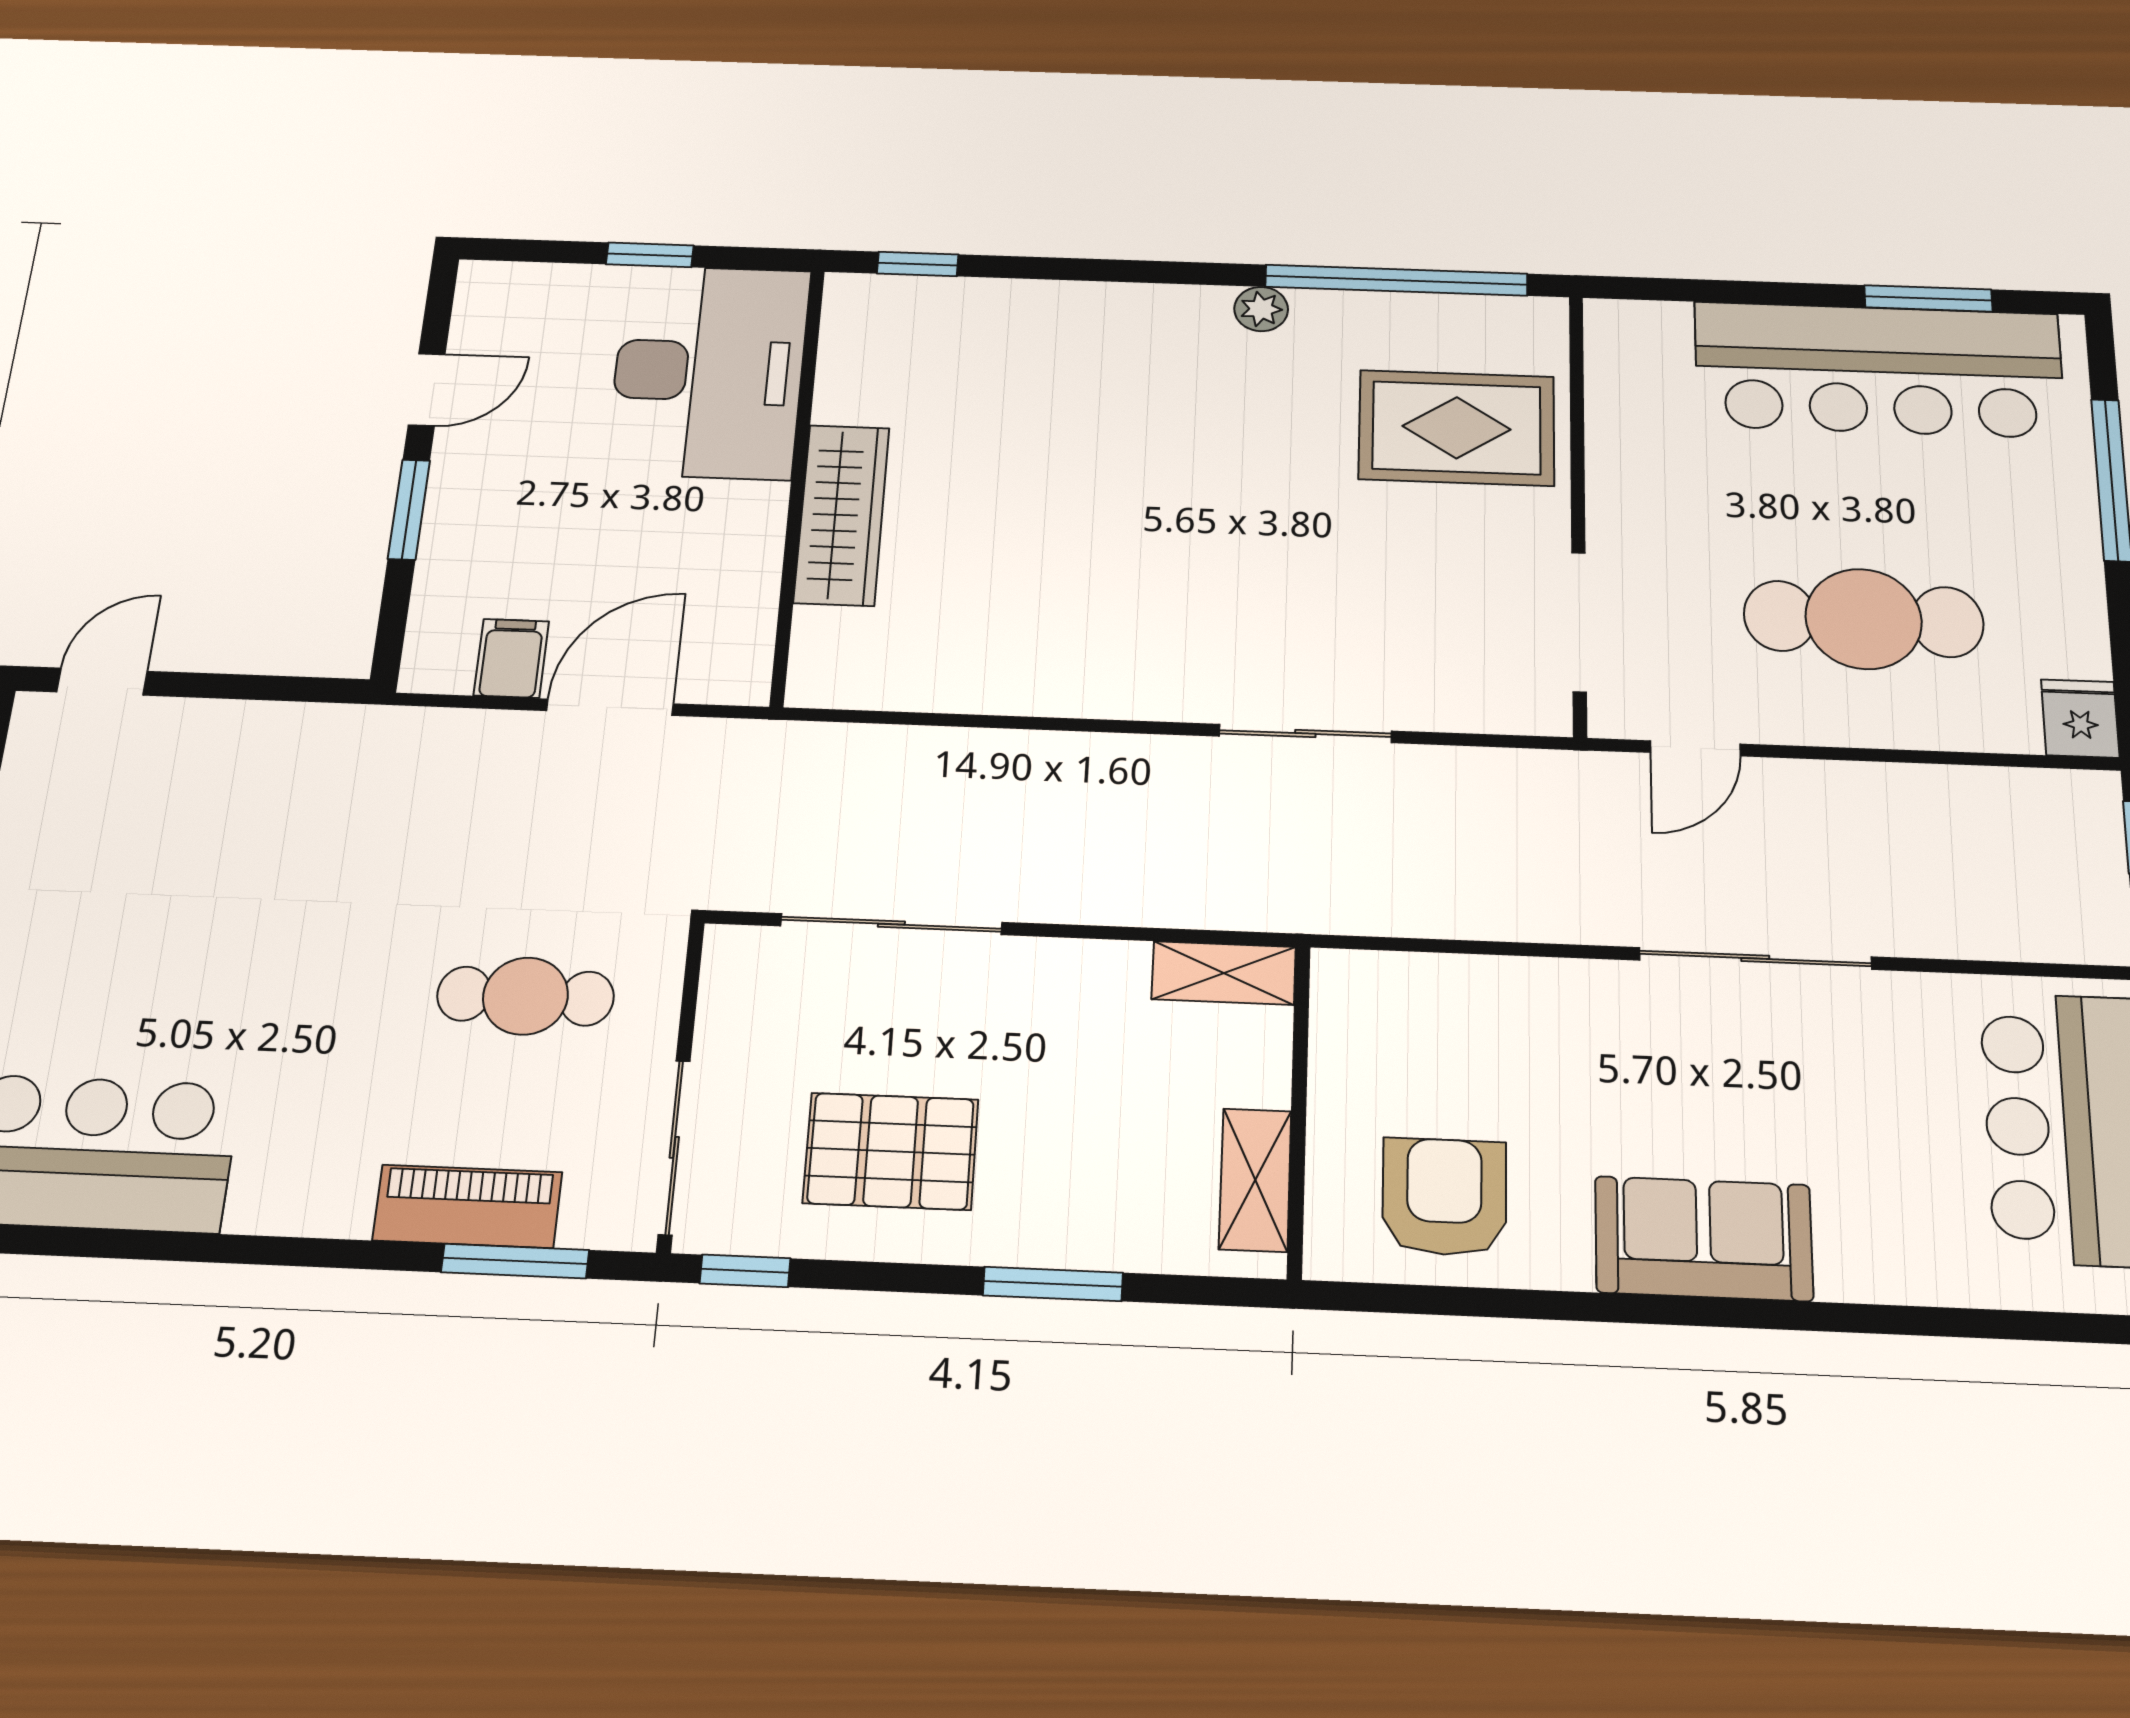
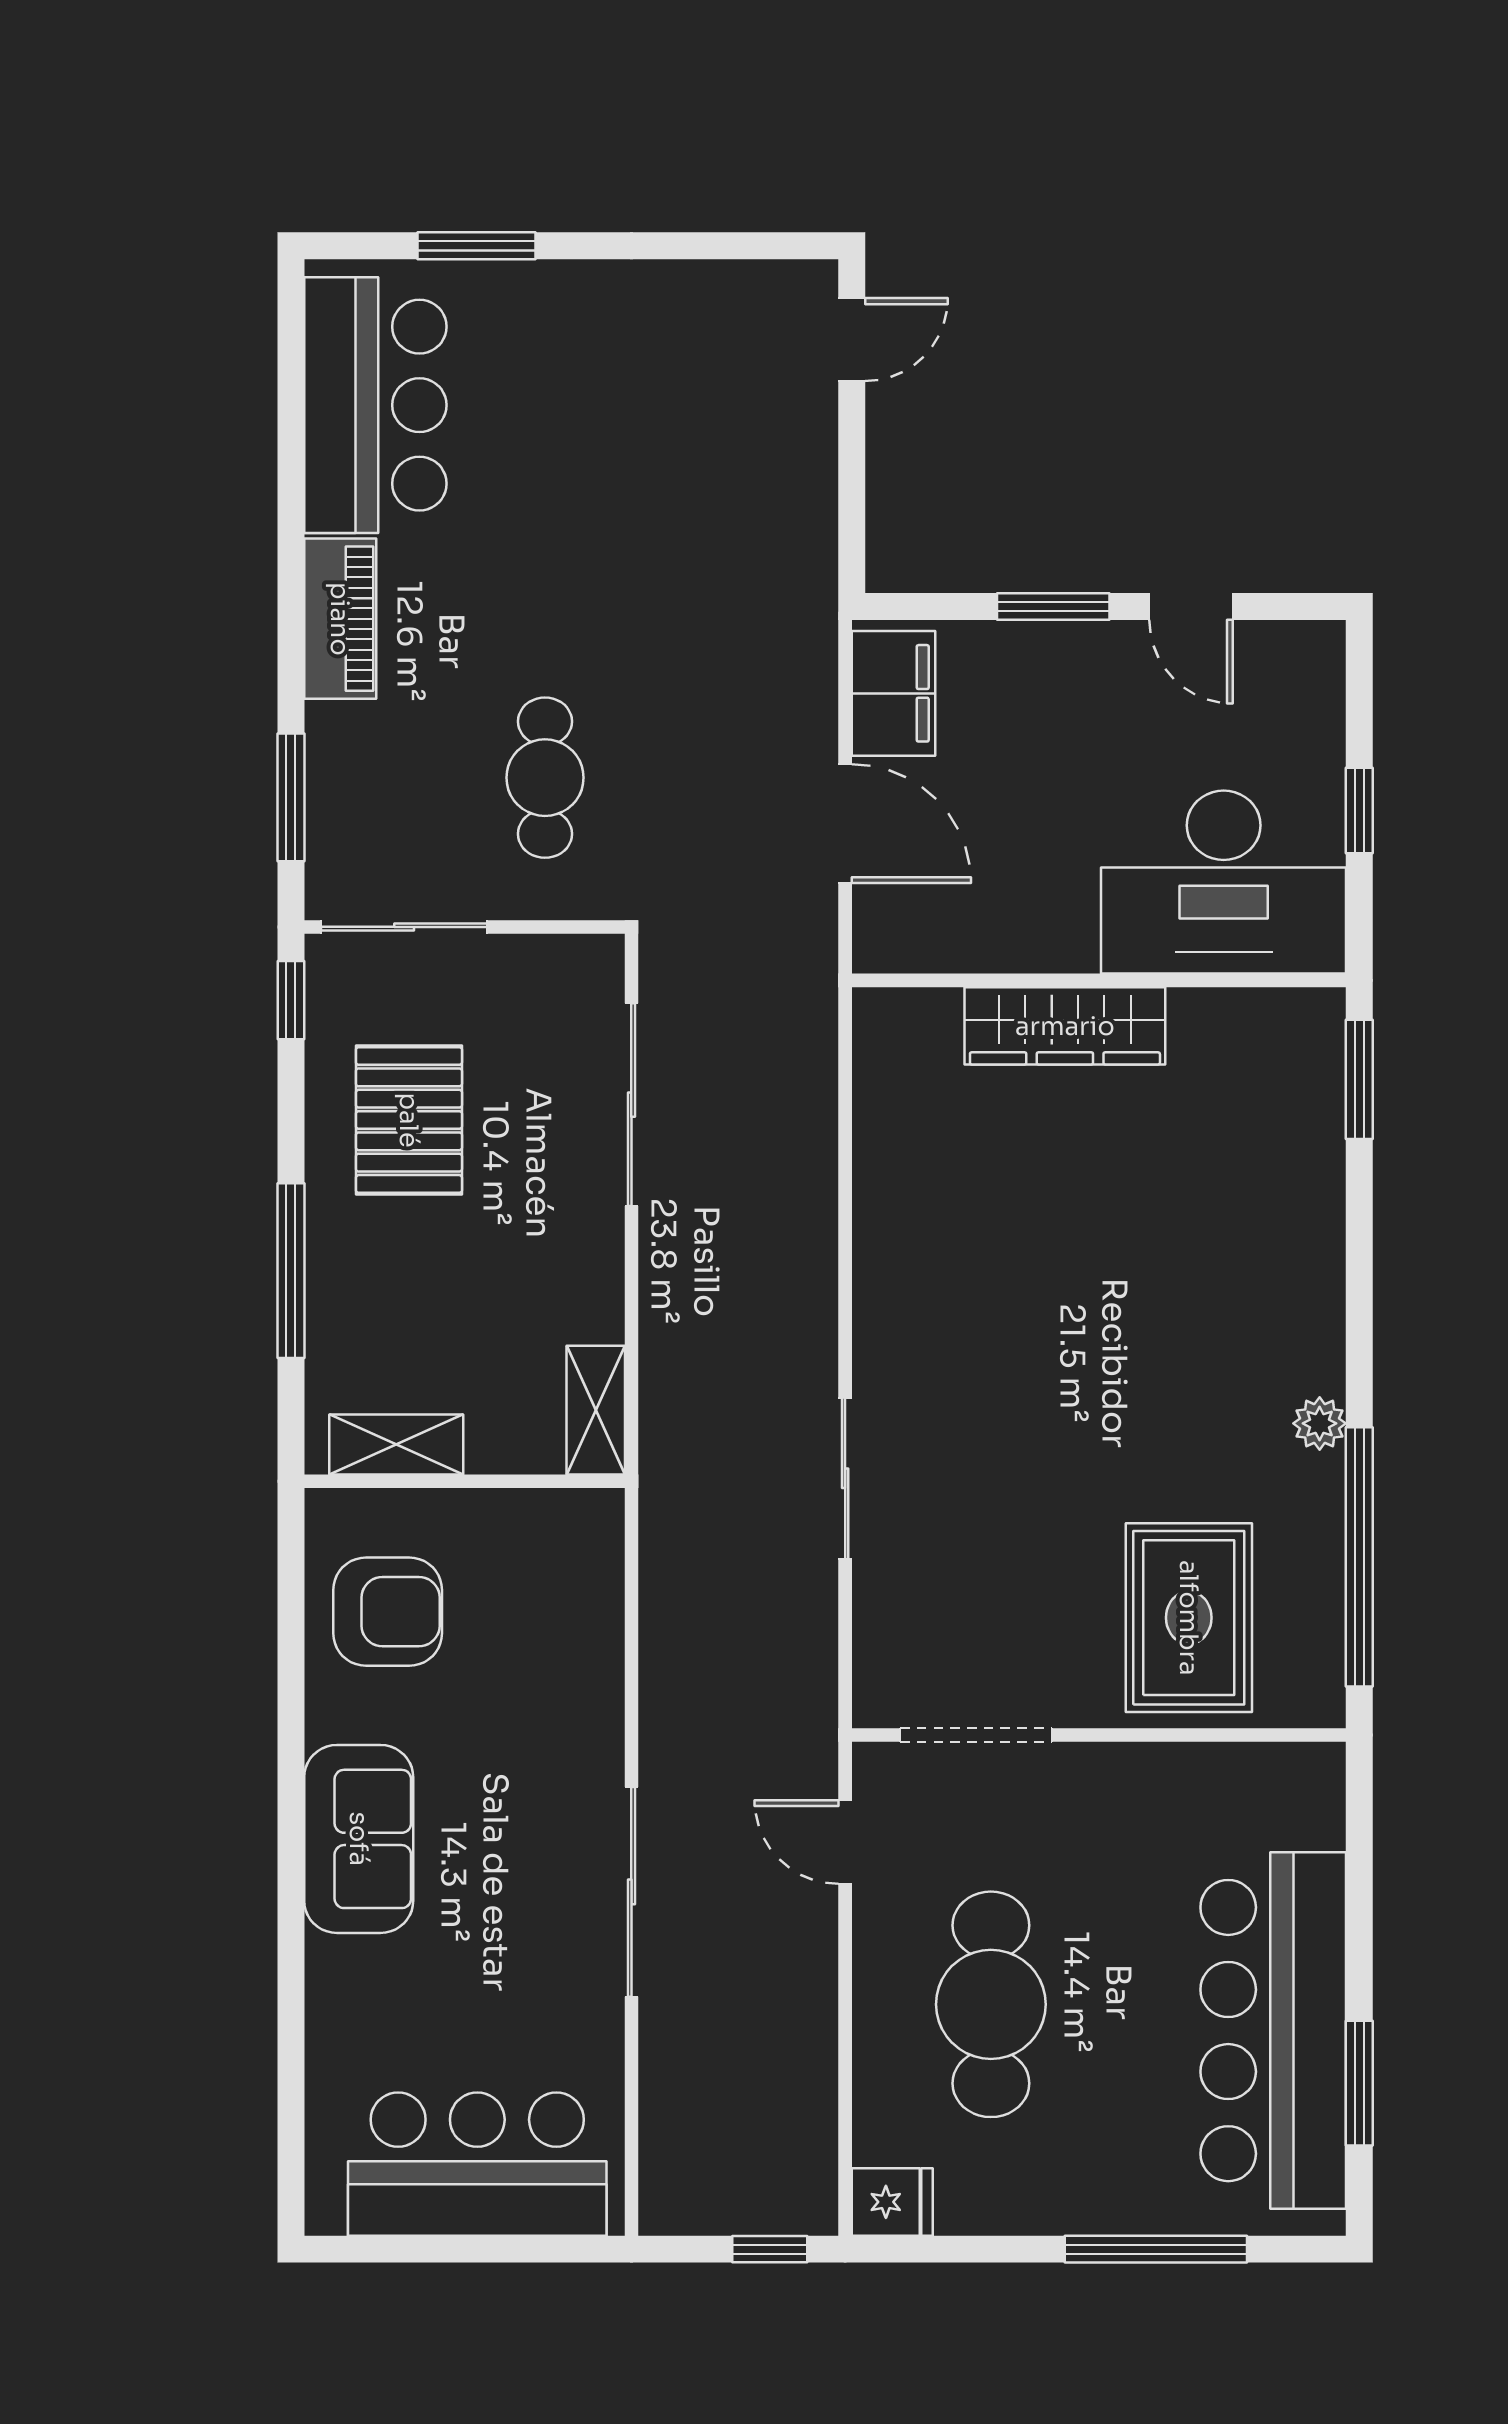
window: (918, 264) -> (1359, 1079), width x1.50
filing cabinet: (511, 658) -> (894, 693), width x2.00
door: (102, 682) -> (852, 339), hinge flipped
piano: (468, 1206) -> (340, 619), moved
window: (1053, 1284) -> (291, 1271), width x1.44

